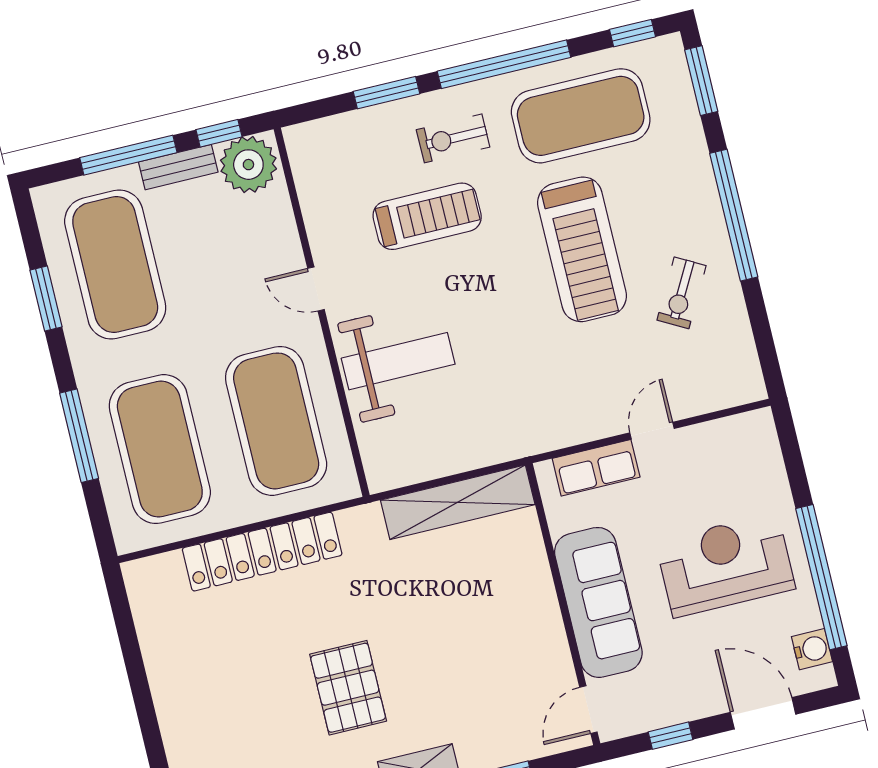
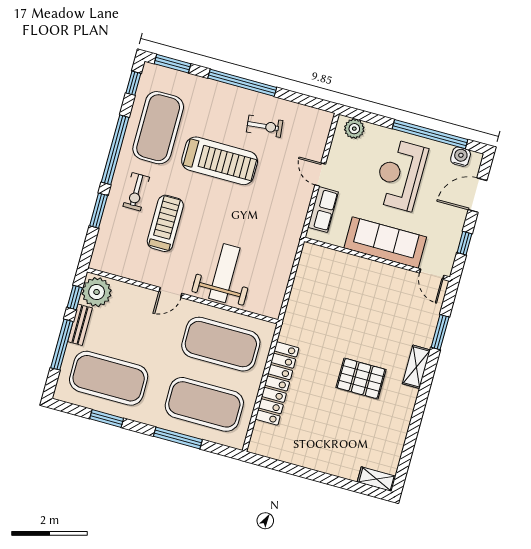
exercise bike: (681, 293) -> (265, 126), turned -35
plant: (760, 445) -> (354, 129), added
shelving: (458, 502) -> (304, 282), removed

